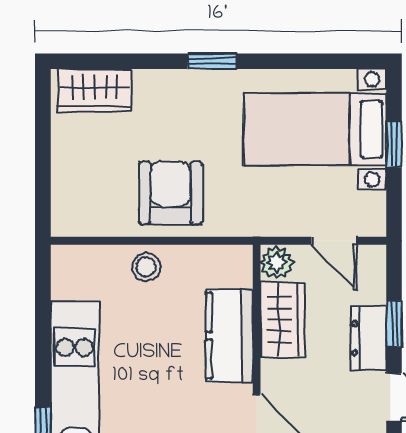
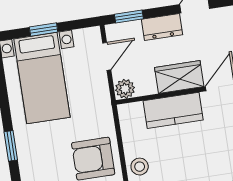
wardrobe: (282, 320) -> (179, 77), moved
window: (394, 324) -> (129, 16), moved

